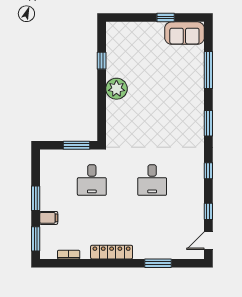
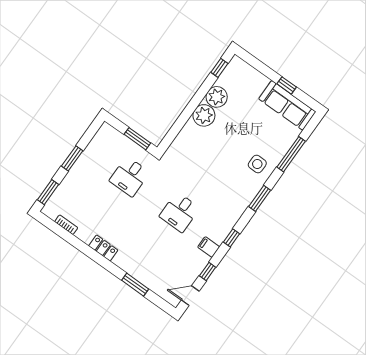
sofa: (184, 33) -> (287, 105), width x1.36
window: (102, 61) -> (219, 68), moved
plant: (116, 67) -> (217, 97), added
side table: (187, 97) -> (257, 164), added
filing cabinet: (49, 218) -> (209, 247), moved, turned 180
locker: (112, 252) -> (103, 248), width x0.66

